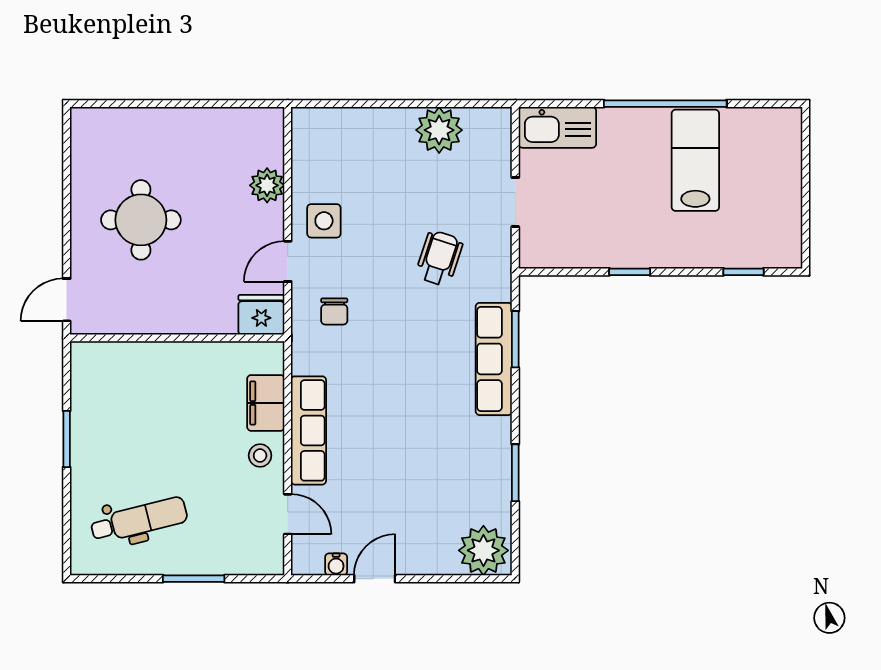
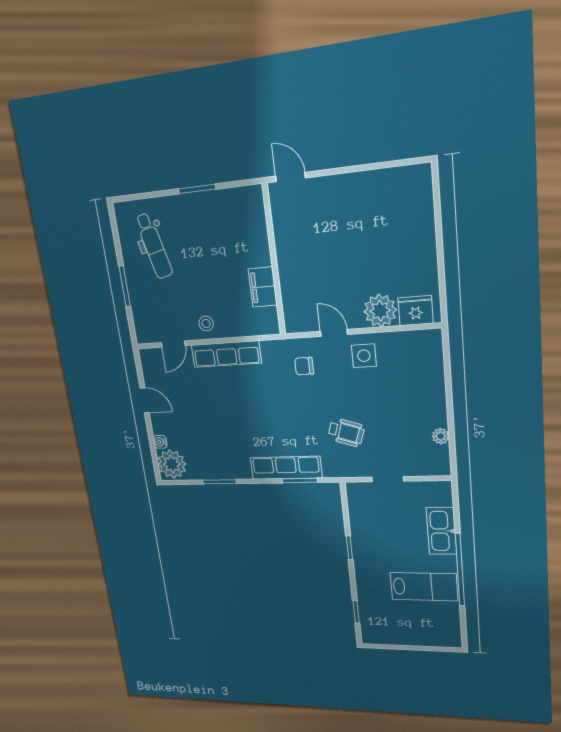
kitchen sink: (557, 127) -> (441, 531), moved
plant: (439, 130) -> (441, 436), width x0.53, depth x0.53
plant: (267, 185) -> (380, 311), width x1.36, depth x1.36
round table: (141, 220) -> (352, 226), removed
fridge: (261, 315) -> (416, 311), moved, turned -90
filing cabinet: (266, 403) -> (263, 287), moved, turned -90
water cooler: (336, 564) -> (160, 442), moved

